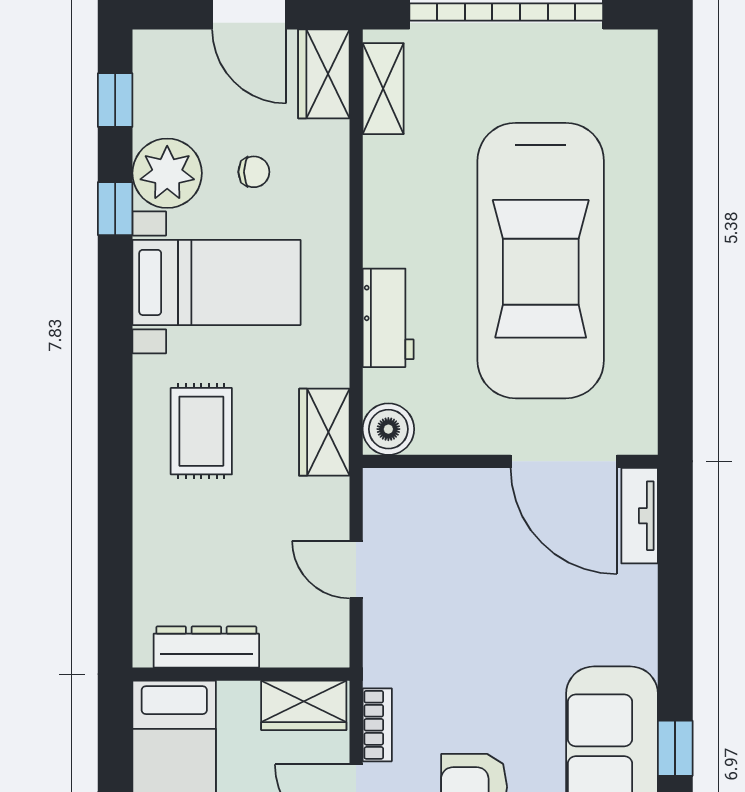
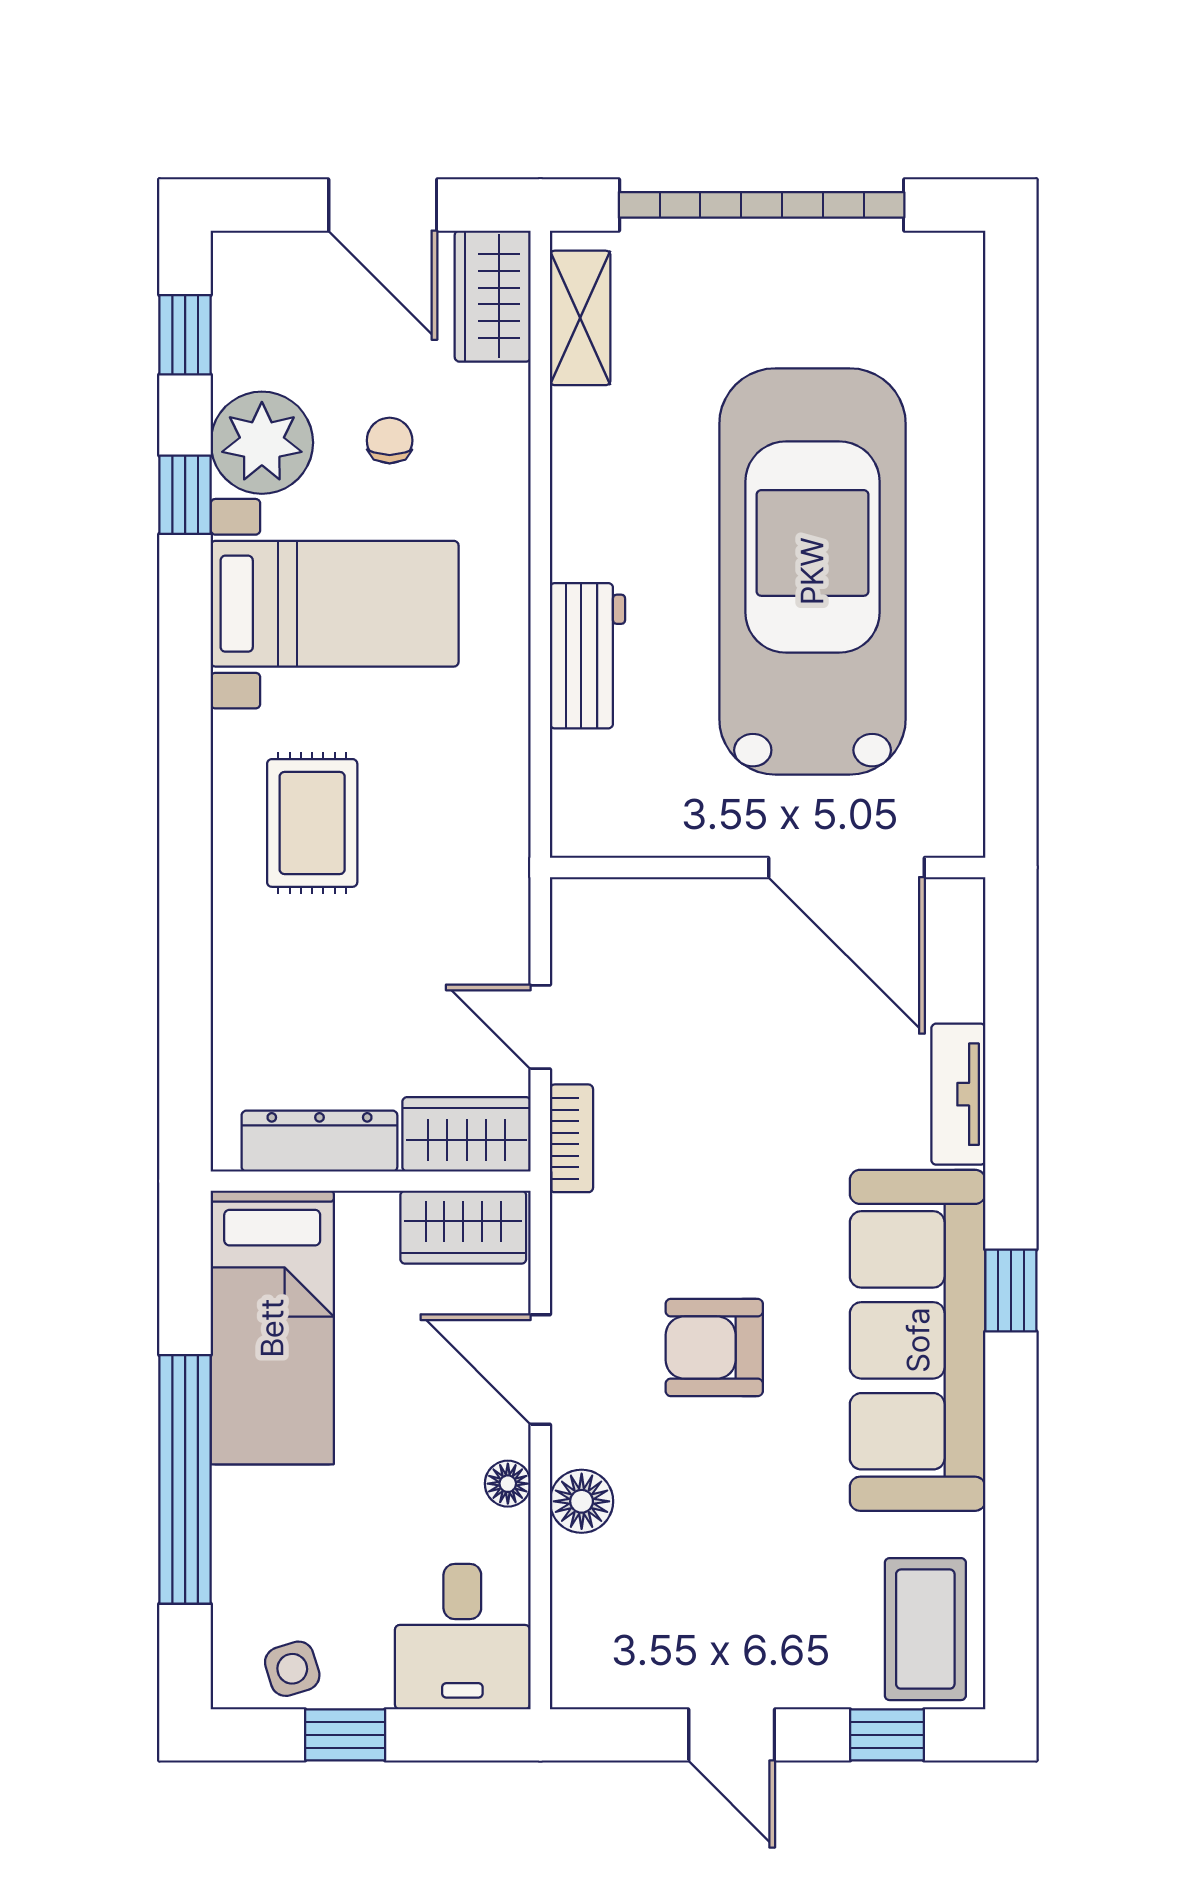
chair: (254, 172) -> (390, 440), turned -90
car: (541, 261) -> (812, 571), turned 180
boiler: (388, 429) -> (588, 820), removed
wardrobe: (324, 432) -> (467, 1134), moved, turned 90
tv unit: (640, 516) -> (958, 1094), moved
bookcase: (377, 725) -> (572, 1138), moved

